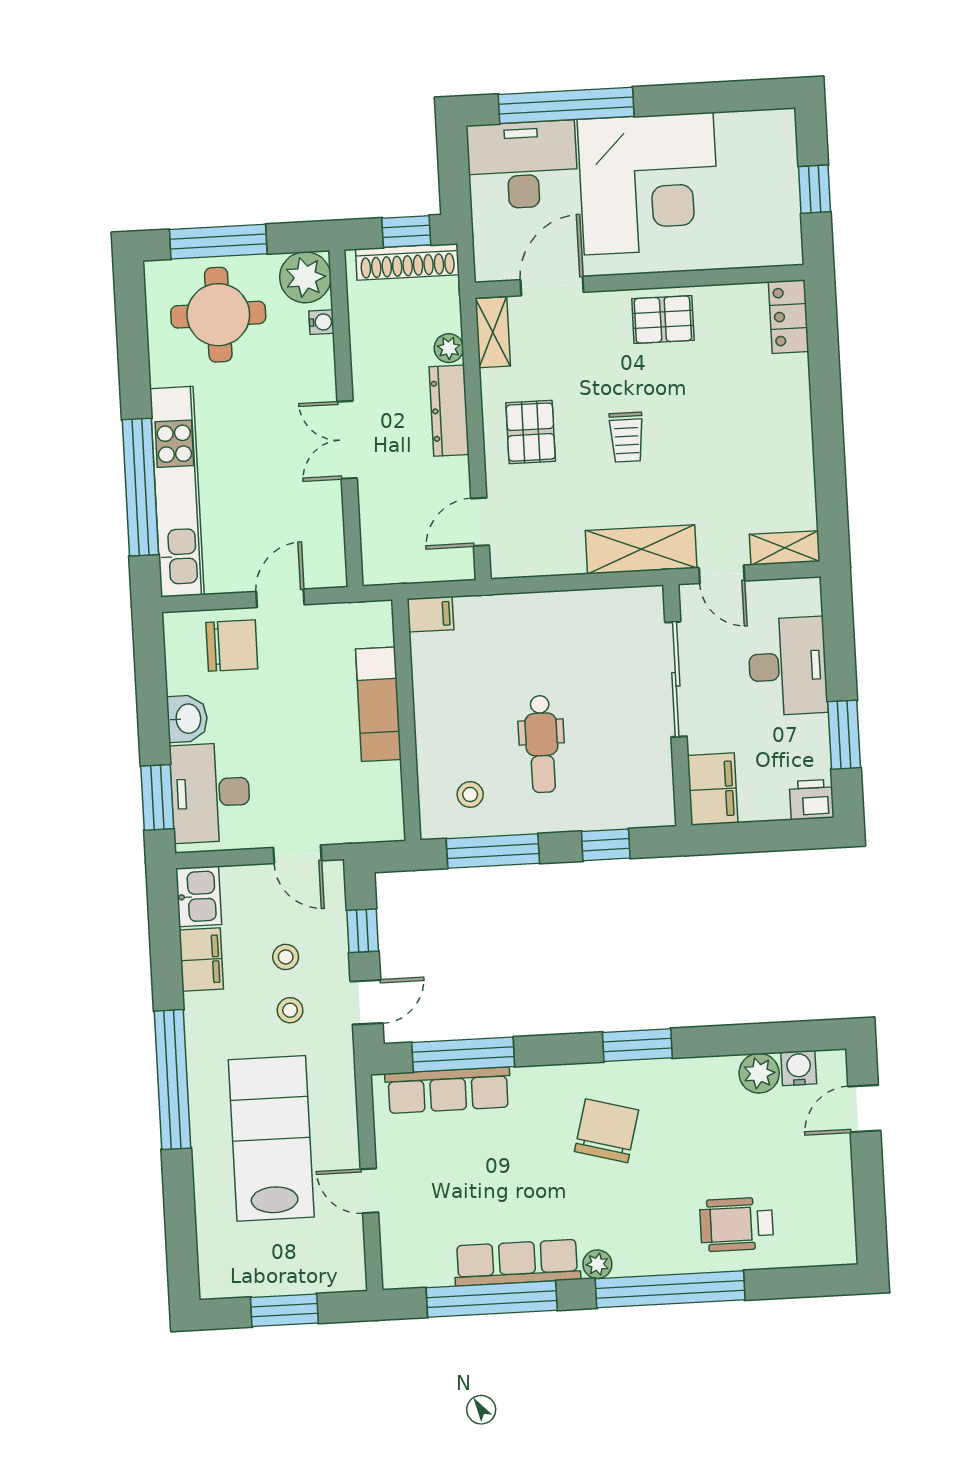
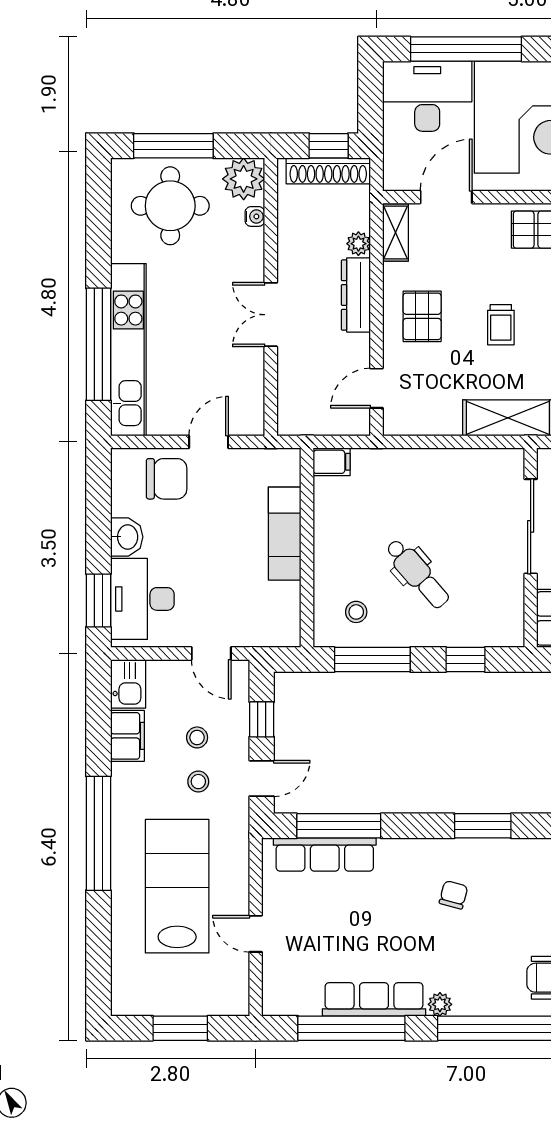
dental chair: (542, 744) -> (417, 574), turned -41
chair: (607, 1131) -> (453, 895), width x0.54, depth x0.54

